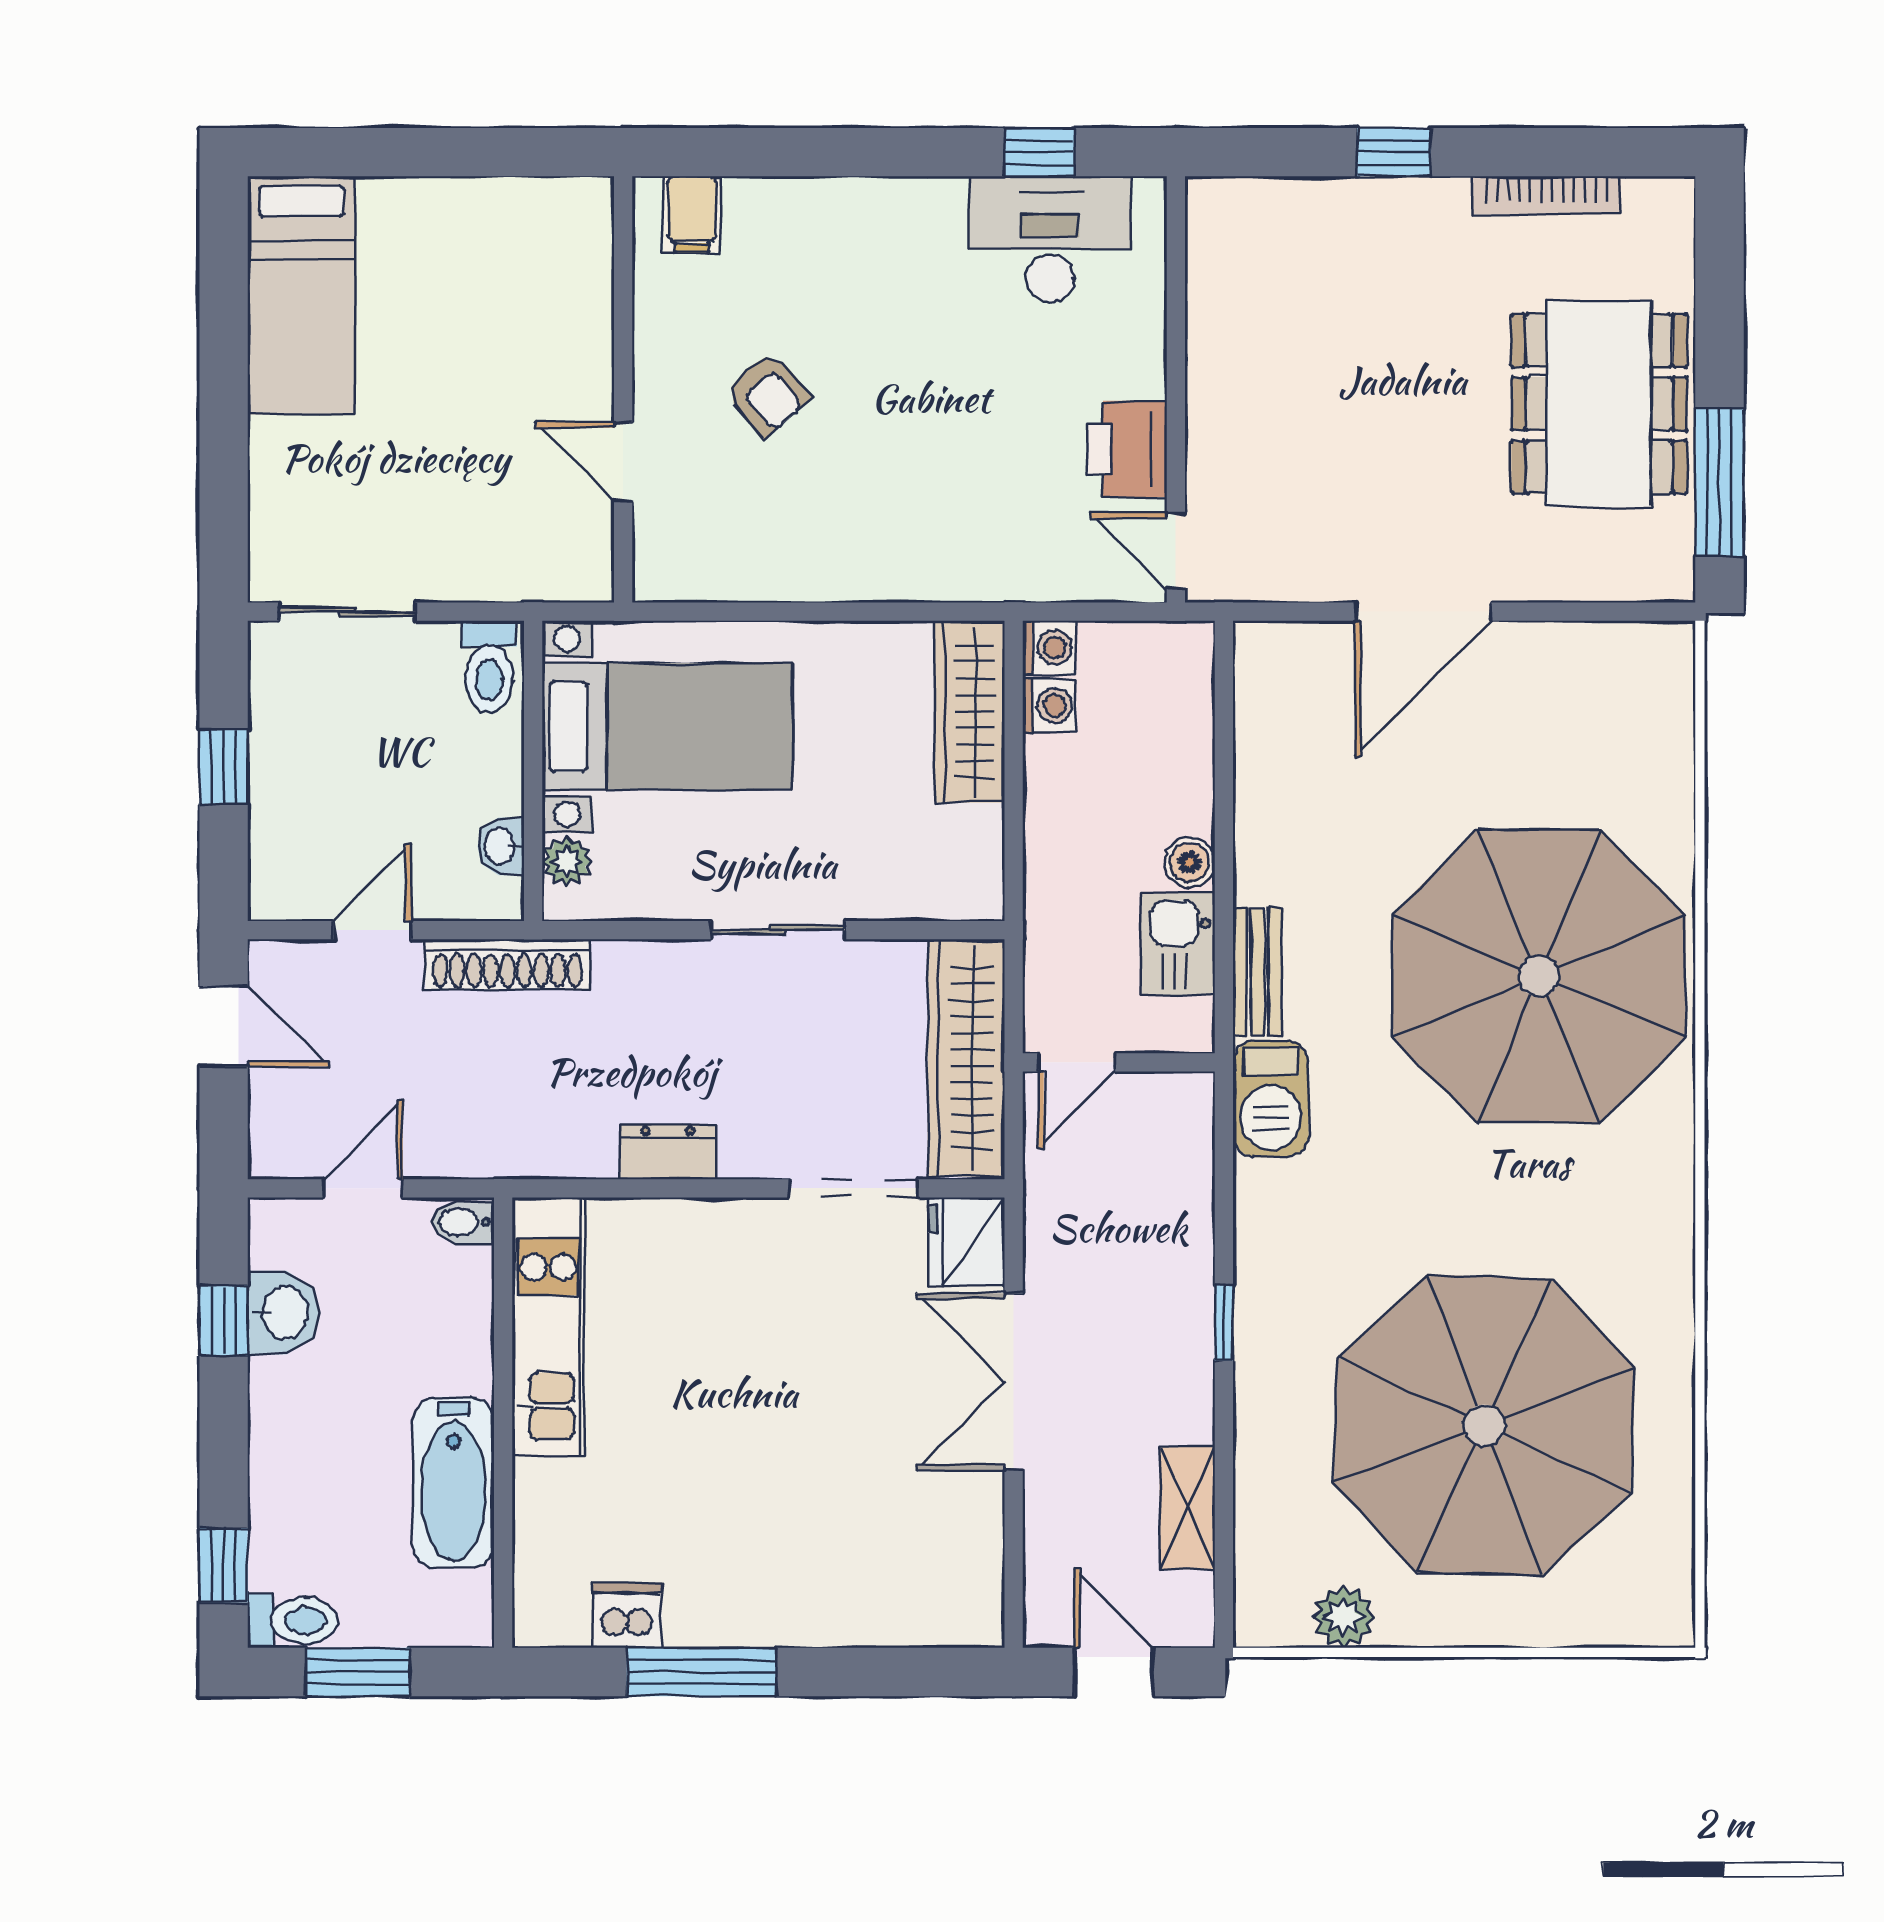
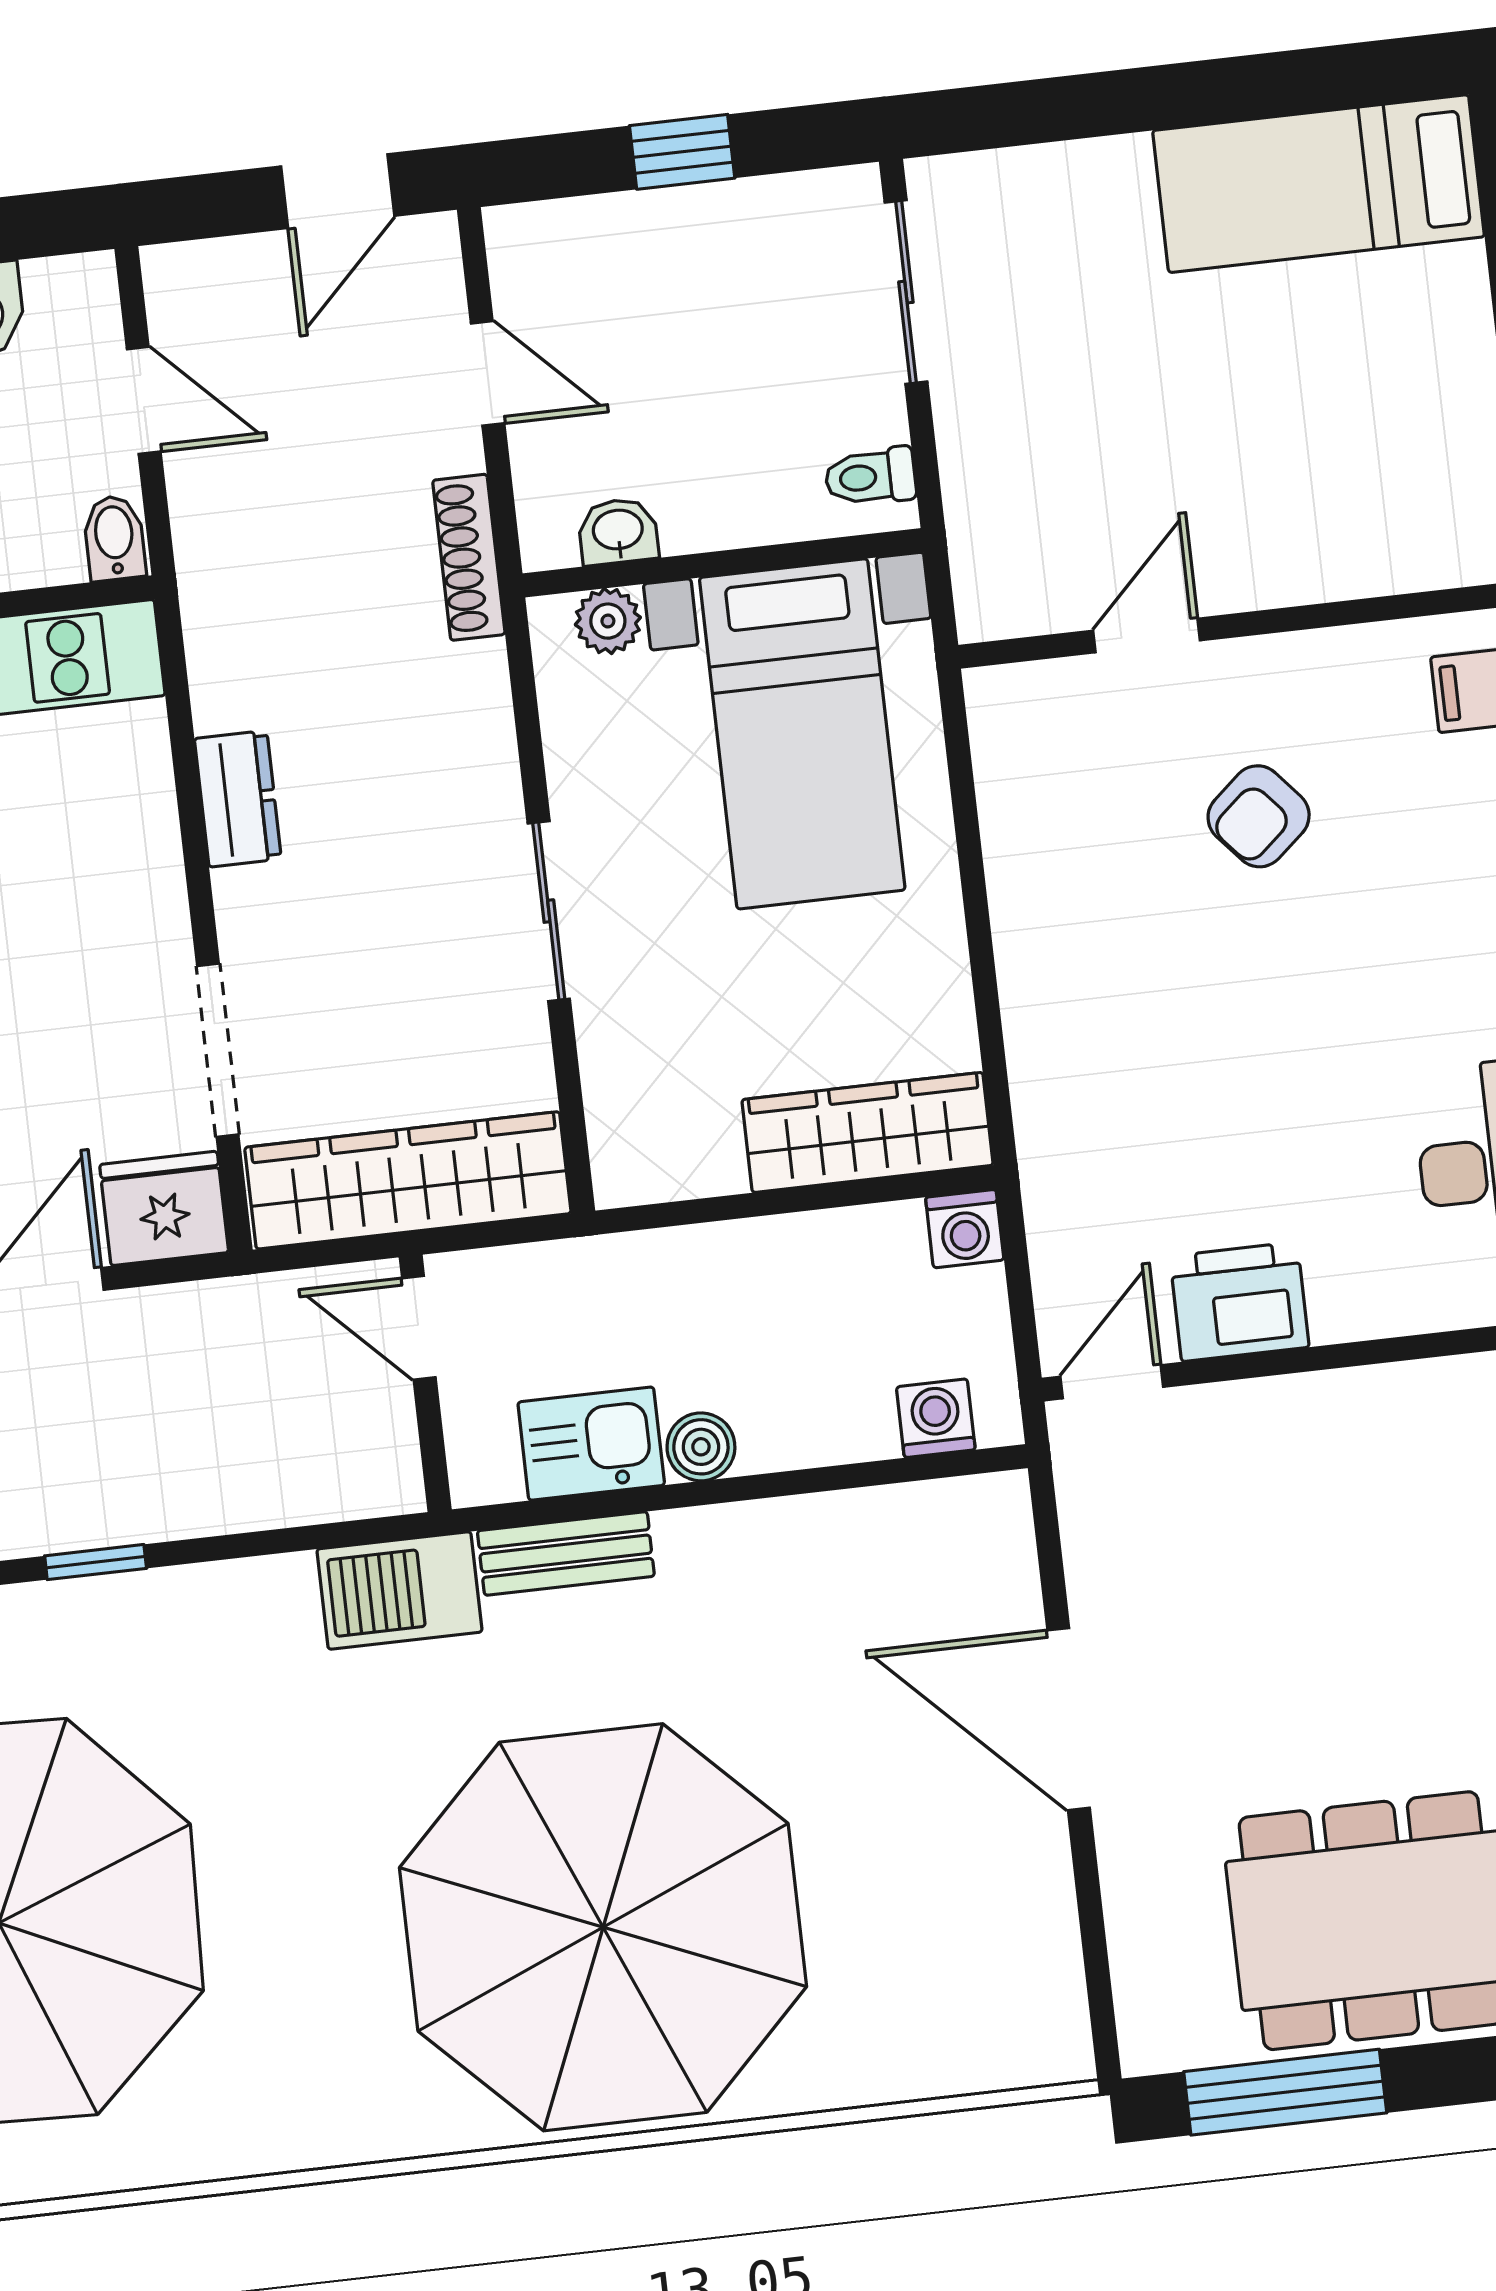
toilet: (489, 667) -> (870, 477), width x0.73, depth x0.72
washing machine: (1049, 706) -> (936, 1418), moved, turned 180
shoe rack: (507, 965) -> (469, 557), width x0.74, depth x0.81

